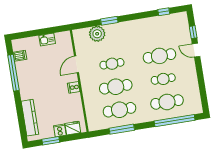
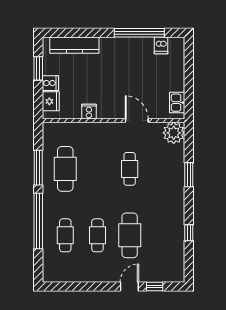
window: (164, 12) -> (189, 233), moved
plant: (97, 34) -> (174, 133), moved
kitchen sink: (47, 39) -> (177, 103), moved
cooker: (74, 87) -> (89, 112), moved
cafe table: (116, 87) -> (97, 169), removed
cafe table: (167, 102) -> (65, 235), width x0.73, depth x0.74
window: (175, 121) -> (38, 221), moved

